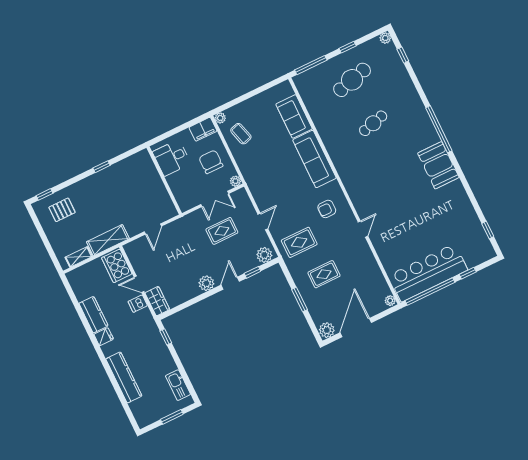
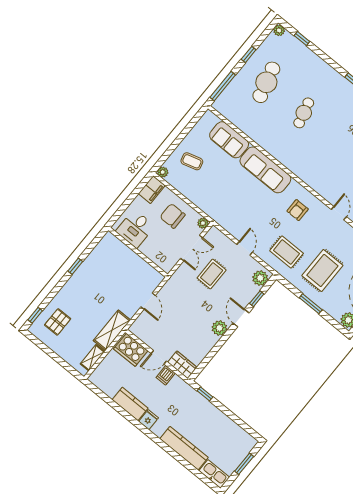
coffee table: (241, 134) -> (192, 161), moved
rug: (299, 242) -> (287, 252), turned 90
rug: (324, 274) -> (322, 270), width x1.36, depth x1.43
kitchen sink: (178, 385) -> (214, 474), moved, turned 180

